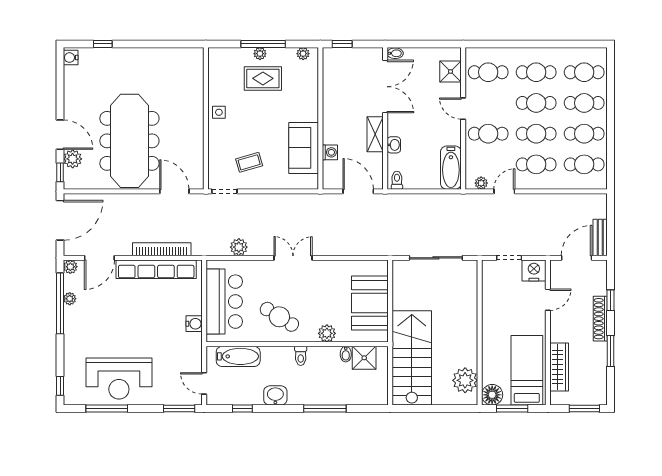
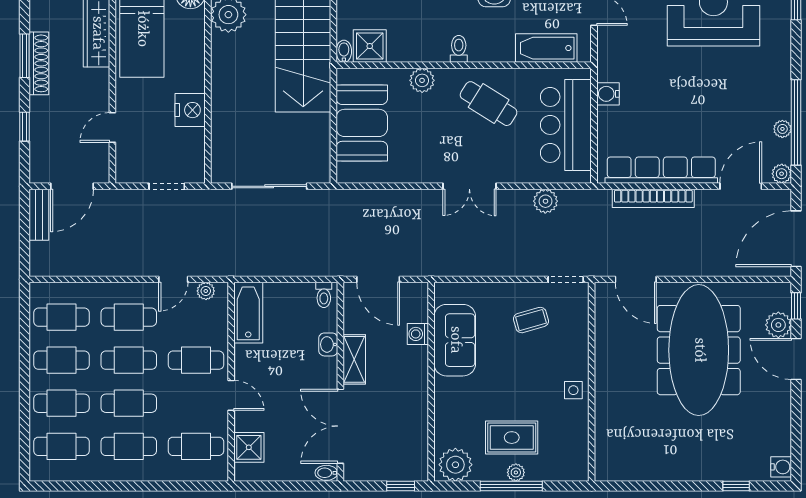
plant: (303, 54) -> (455, 465), width x1.88, depth x1.88
nightstand: (534, 270) -> (190, 110), moved, turned -90
shoe rack: (600, 319) -> (39, 63), moved
bidet: (346, 354) -> (344, 51), moved

